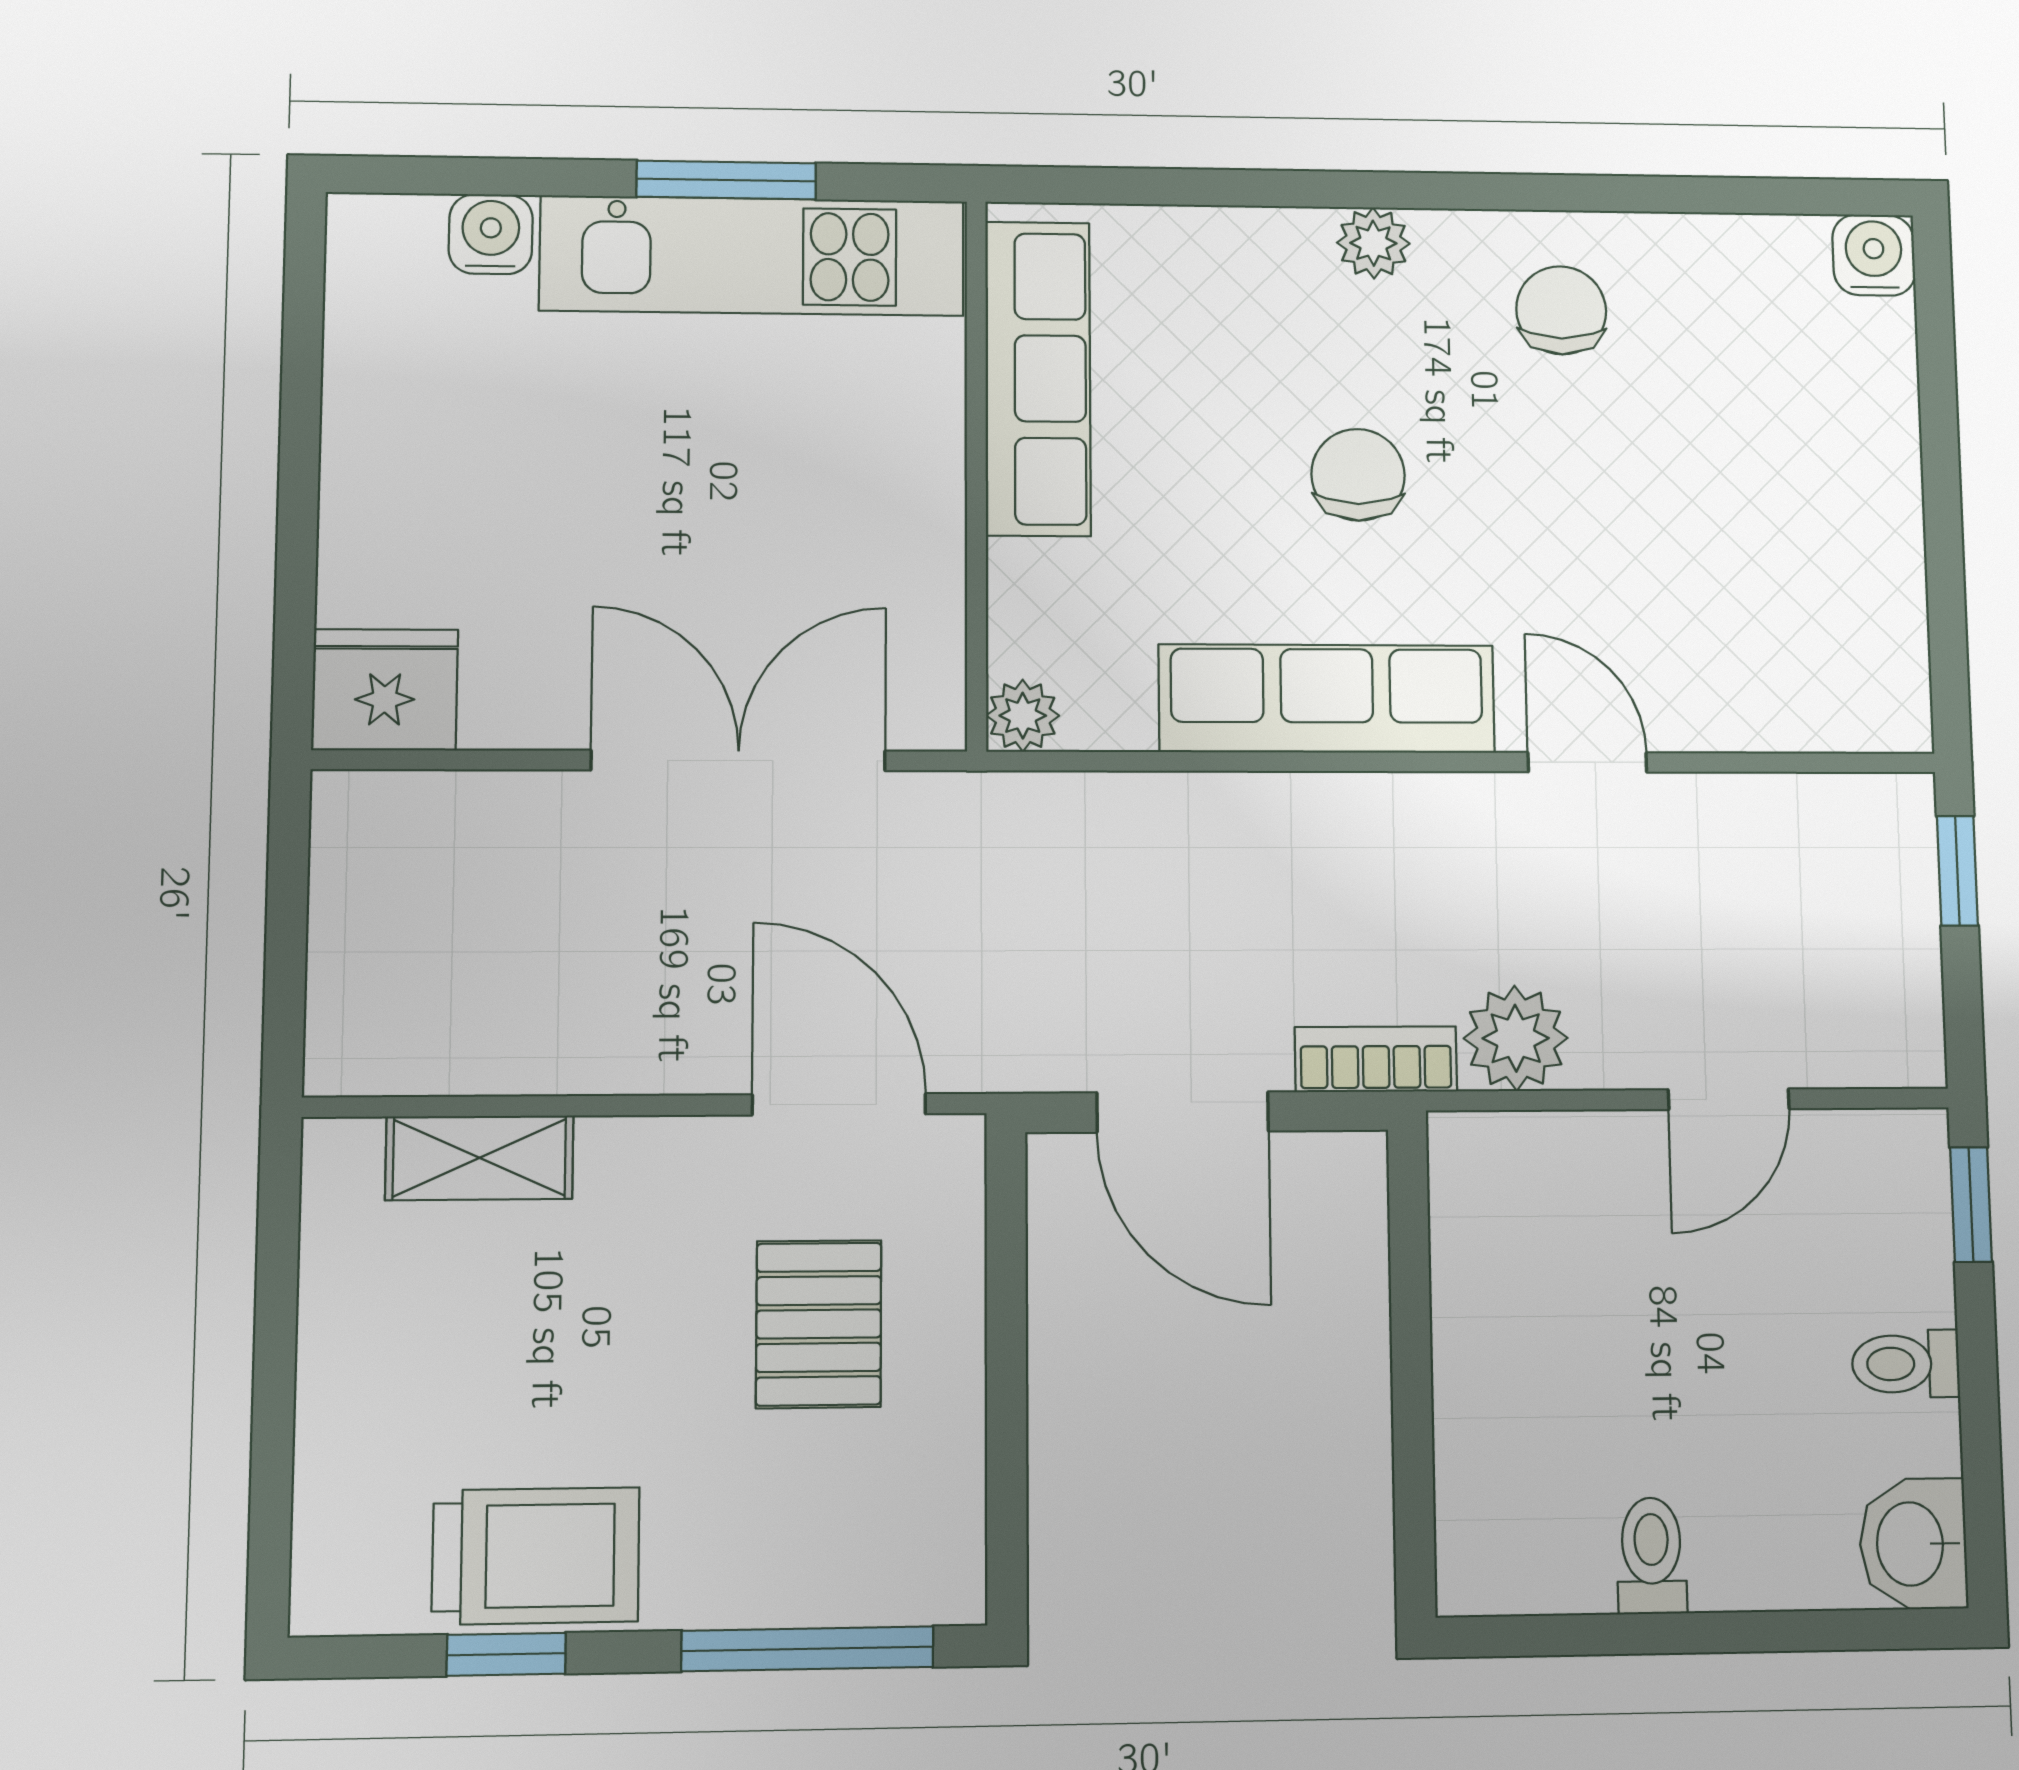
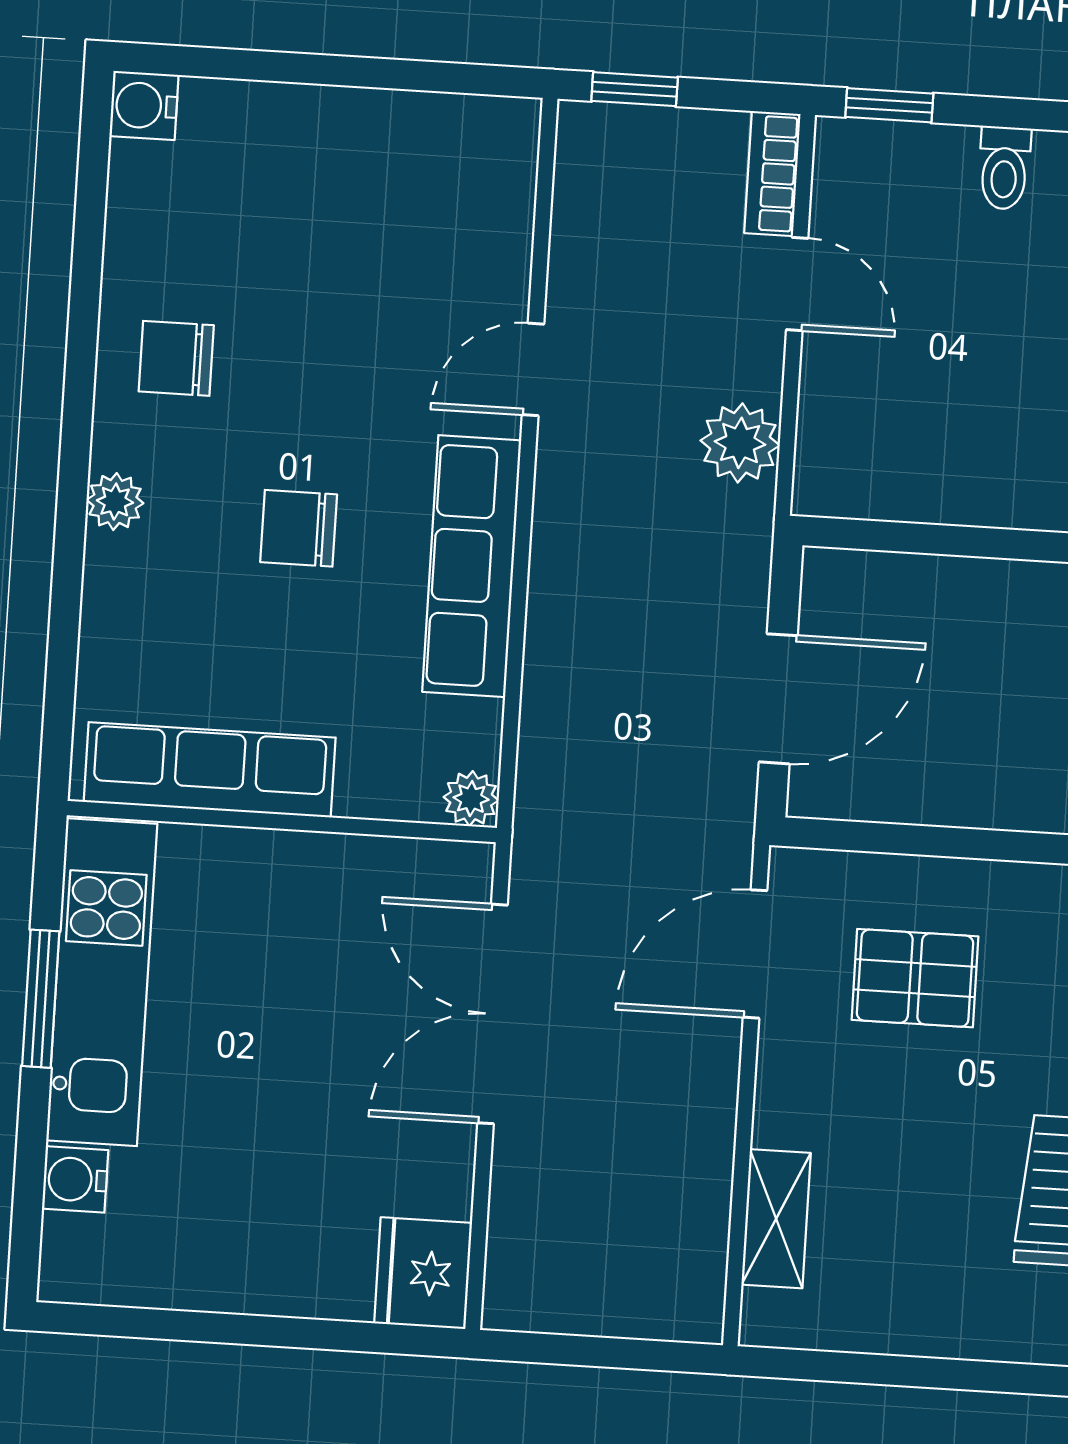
bookcase: (1376, 1059) -> (772, 174), moved

